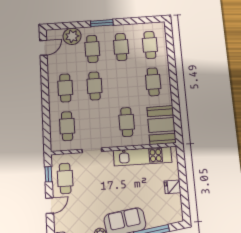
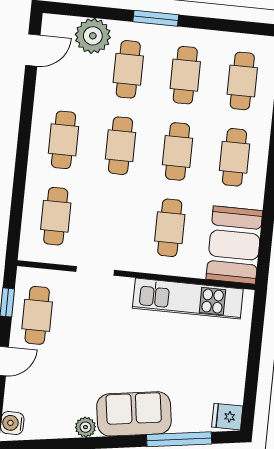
cafe table: (124, 84) -> (177, 151), added
fridge: (172, 187) -> (227, 417), moved

